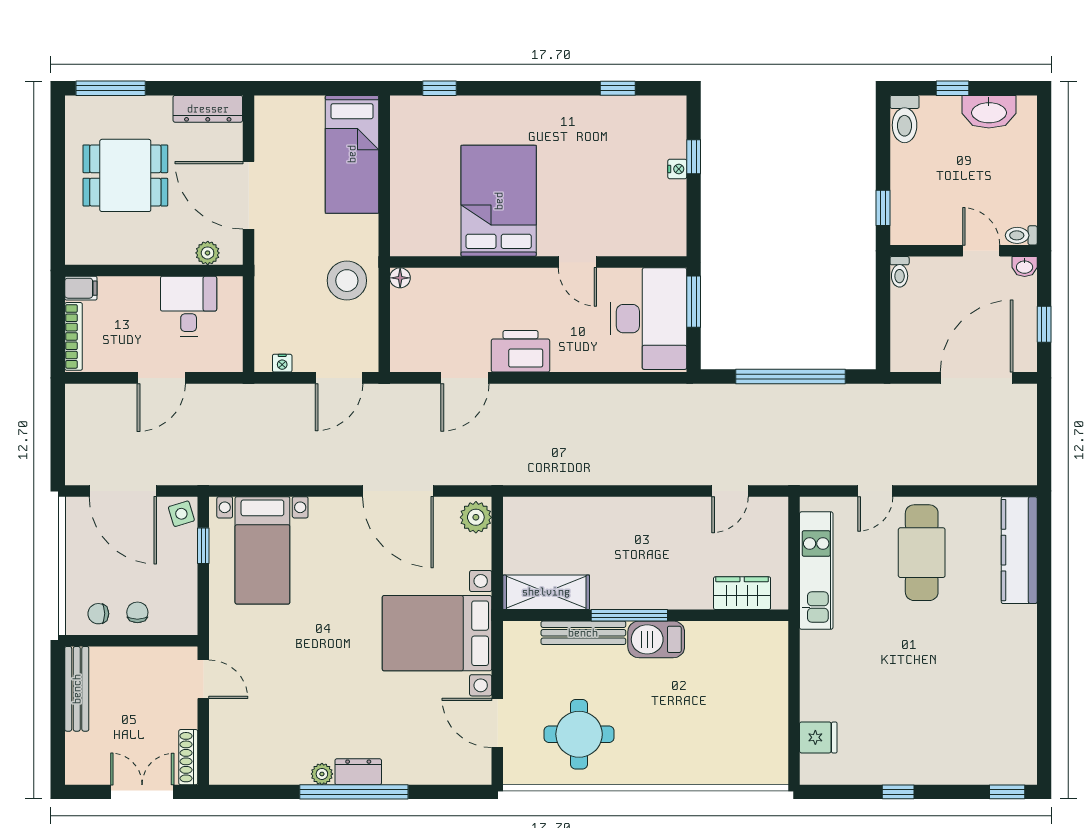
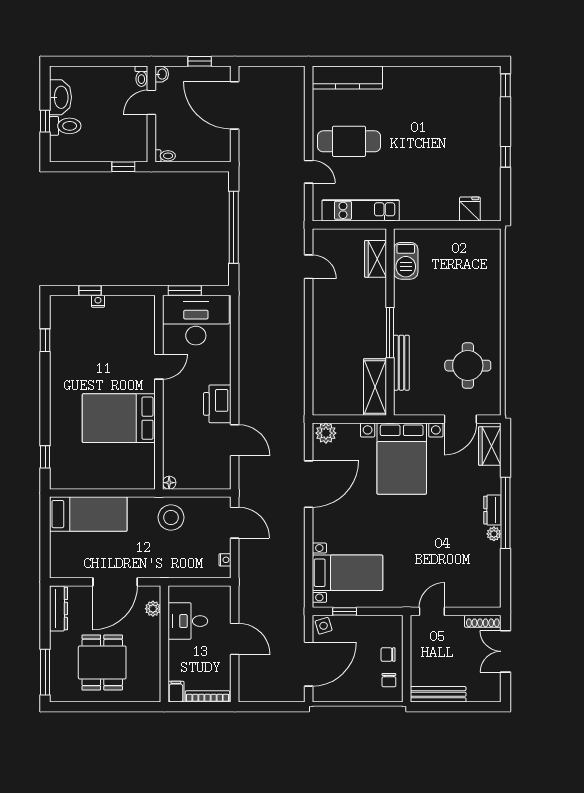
toilet: (905, 119) -> (65, 126), moved
barbecue: (656, 639) -> (406, 261), moved
wardrobe: (456, 768) -> (490, 446), added

